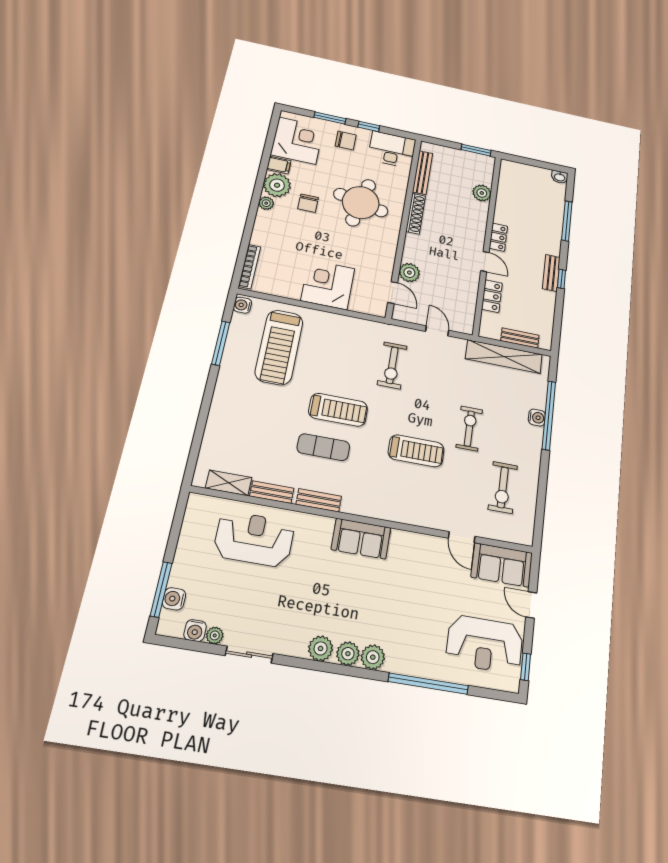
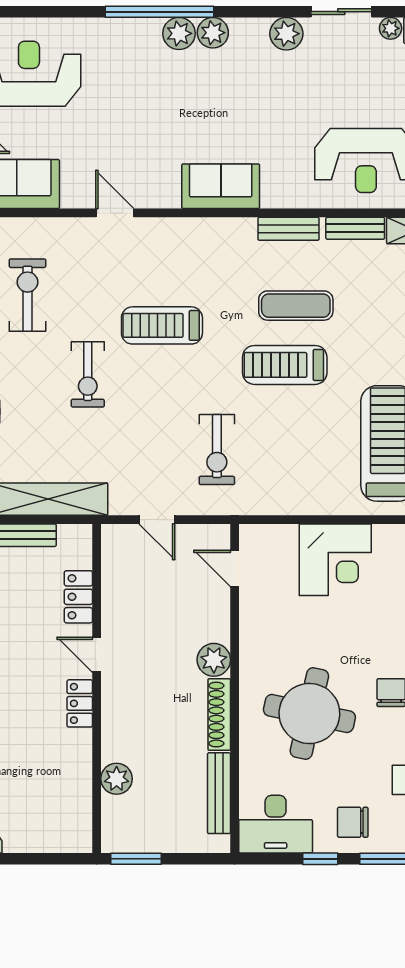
plant: (409, 273) -> (214, 660), moved
exercise bike: (392, 365) -> (217, 450), turned 180
door: (462, 537) -> (115, 213), moved
plant: (321, 648) -> (286, 34), moved
window: (428, 684) -> (160, 12), moved

